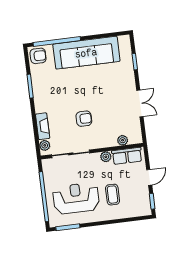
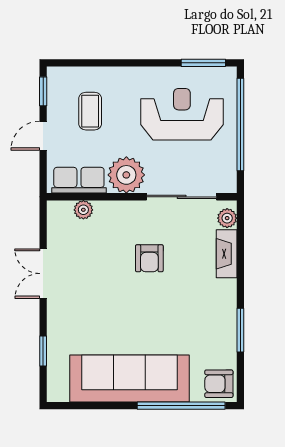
armchair: (84, 119) -> (149, 258), turned -90
plant: (106, 157) -> (126, 175), width x1.88, depth x1.88
coffee table: (113, 195) -> (90, 111), moved
reception desk: (76, 198) -> (182, 114), turned 180

